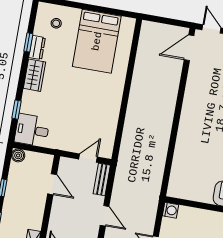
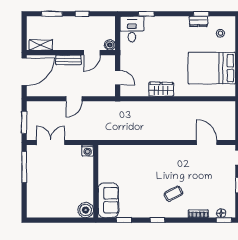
door: (189, 48) -> (207, 142), moved
wardrobe: (34, 75) -> (161, 89), moved, turned 180
boiler: (18, 155) -> (110, 45), moved
bench: (102, 179) -> (68, 60), moved

